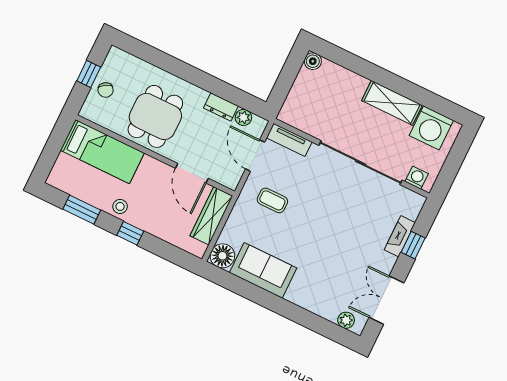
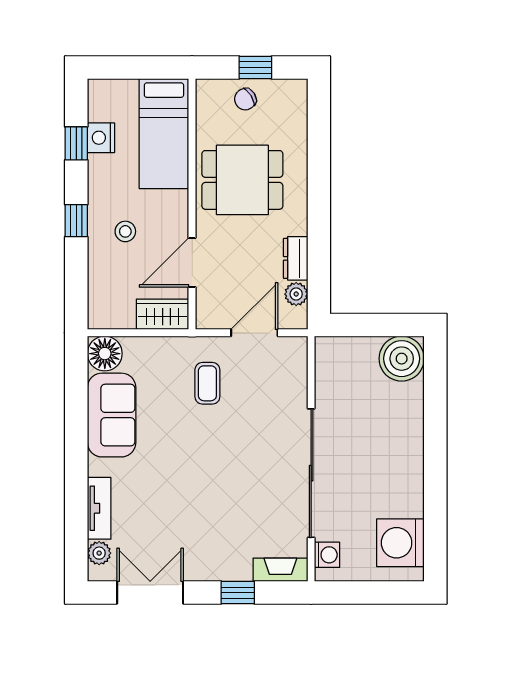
boiler: (313, 61) -> (402, 359), width x1.86, depth x1.86
shelving: (392, 103) -> (408, 476), removed
tv unit: (289, 140) -> (99, 508), moved, turned 180
nightstand: (86, 192) -> (101, 138), added
stool: (120, 206) -> (125, 231), moved
window: (82, 210) -> (76, 143), width x0.67
wardrobe: (211, 216) -> (163, 314), width x0.67
fireplace: (400, 236) -> (280, 570), moved

